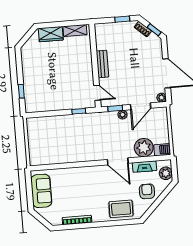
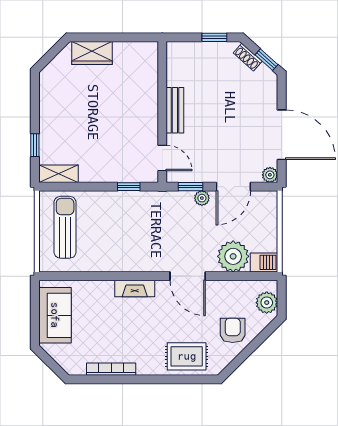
shelving: (75, 30) -> (59, 174), moved
sun lounger: (43, 138) -> (65, 227), added
fireplace: (145, 167) -> (135, 288), moved

